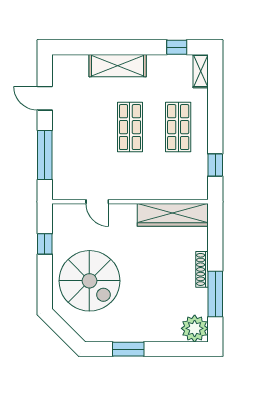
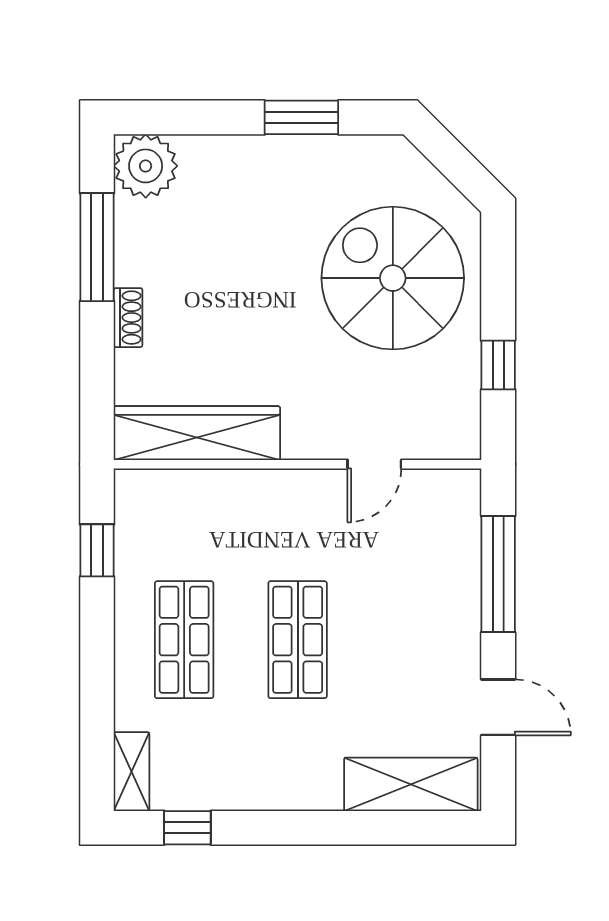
shelving: (118, 66) -> (411, 784), moved
door: (97, 202) -> (374, 464), swing flipped
shoe rack: (202, 269) -> (128, 318), width x0.70

